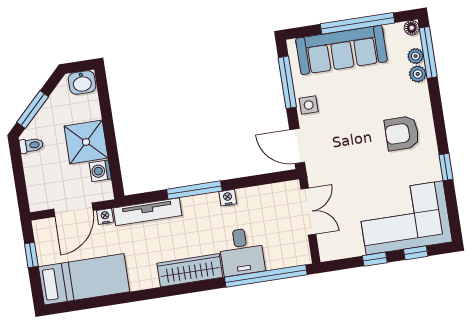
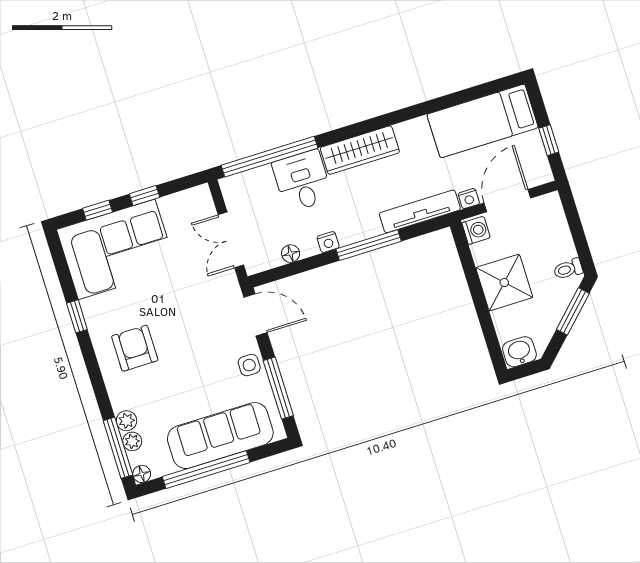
armchair: (402, 133) -> (135, 348), turned -90
washing machine: (100, 171) -> (476, 230), moved
floor lamp: (260, 193) -> (291, 254), added

